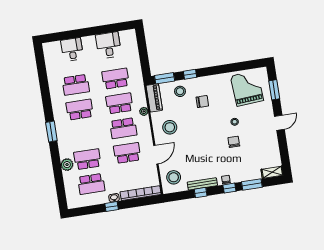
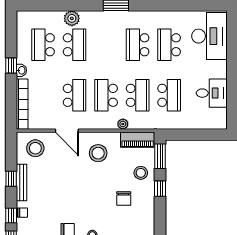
desk: (72, 50) -> (210, 36), width x1.87, depth x1.30
school desk: (80, 110) -> (138, 45), turned 180

